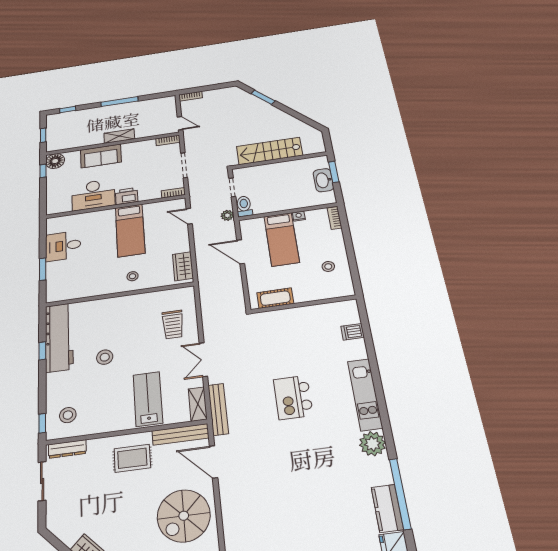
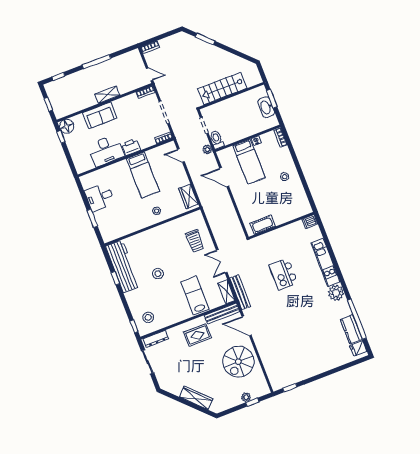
cot: (275, 298) -> (262, 225), moved
wall: (303, 304) -> (281, 226), moved

